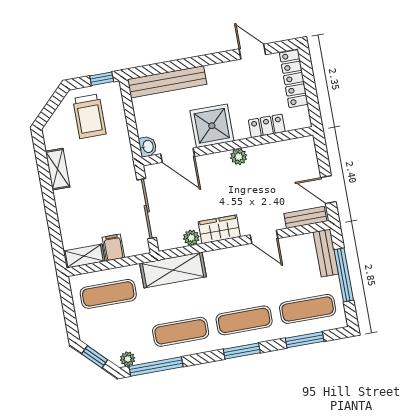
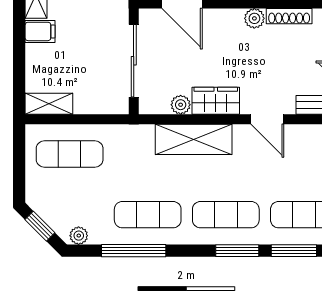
shoe rack: (267, 150) -> (289, 16), added
filing cabinet: (113, 247) -> (40, 31), moved, turned 90
shelving: (173, 270) -> (194, 139), moved
window: (242, 351) -> (237, 251), moved
window: (156, 366) -> (134, 251), moved

